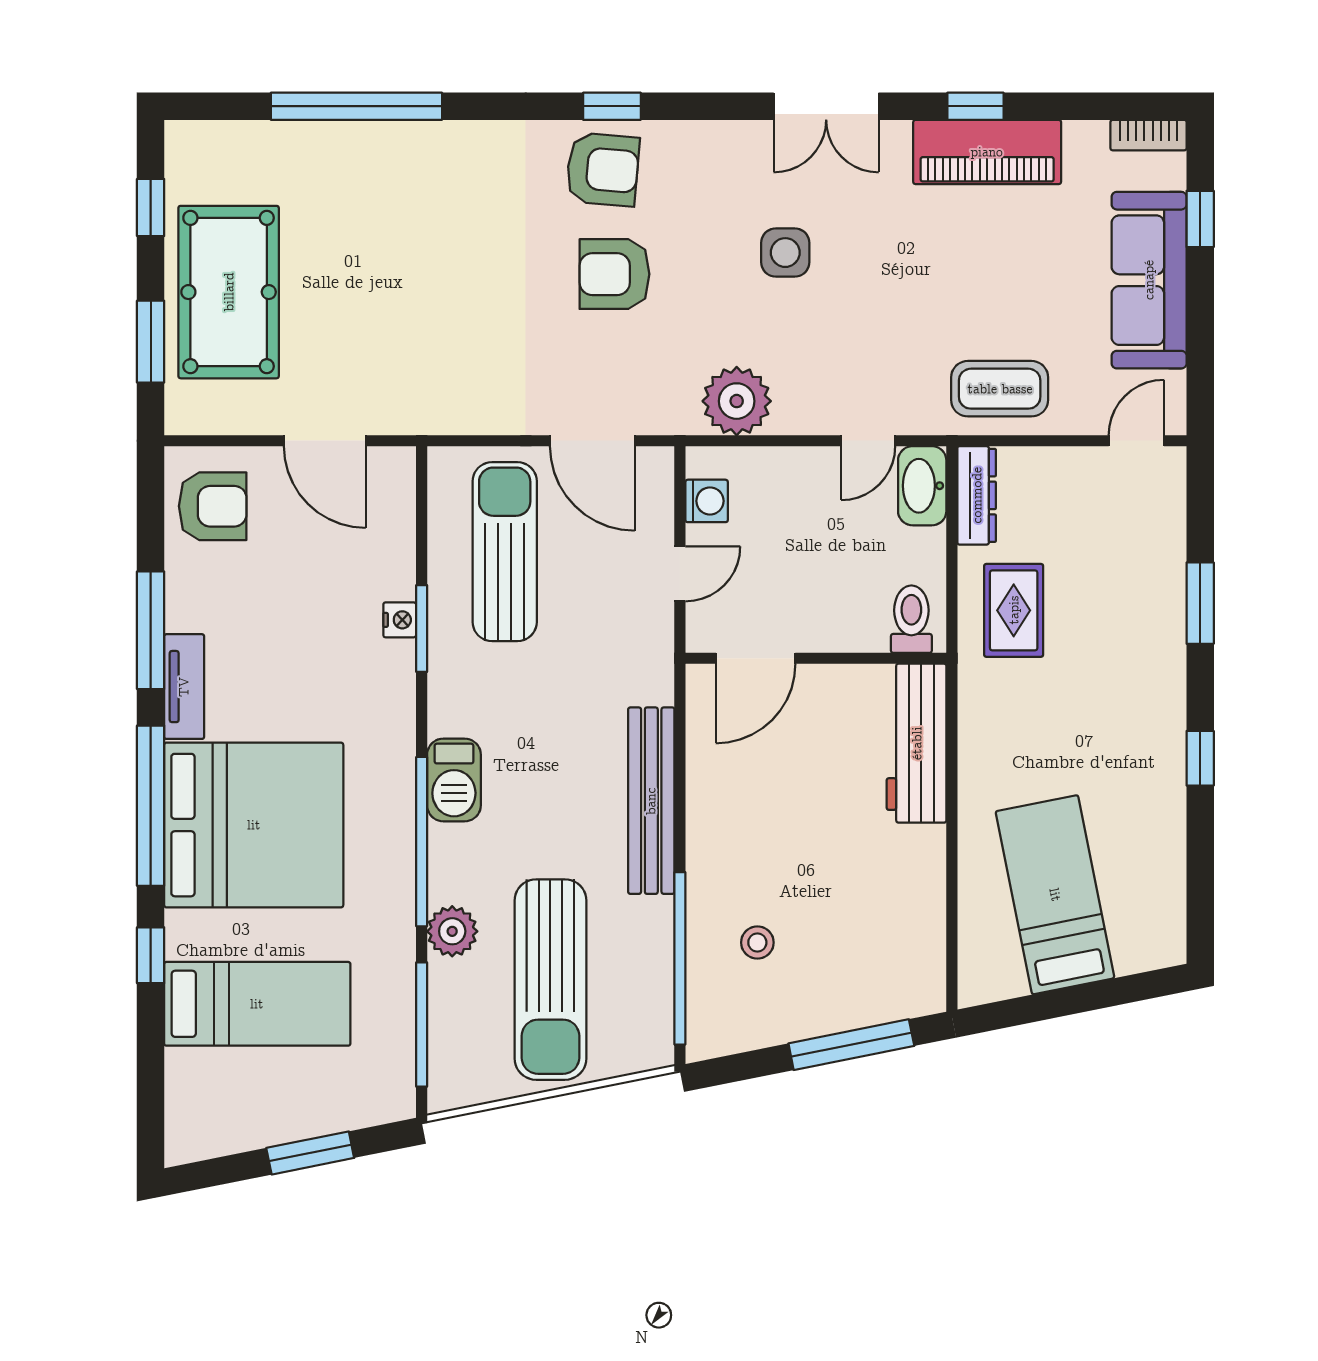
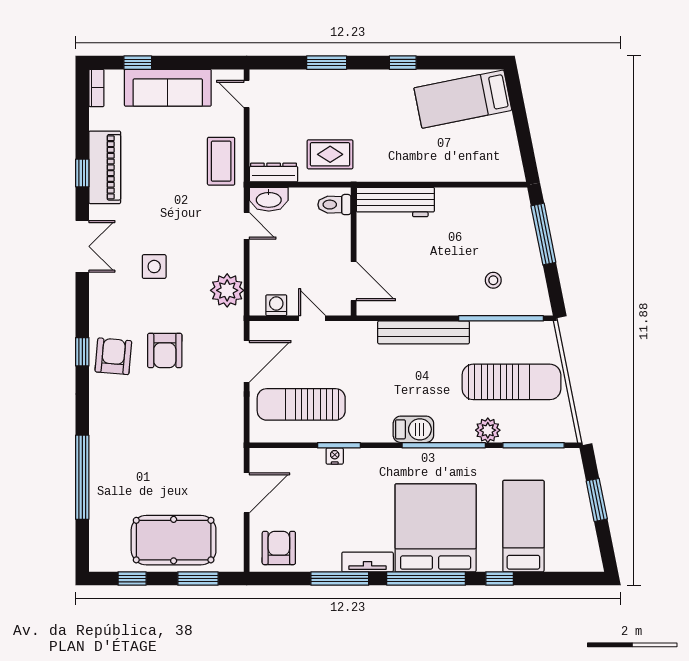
bed: (1055, 895) -> (463, 99), moved

